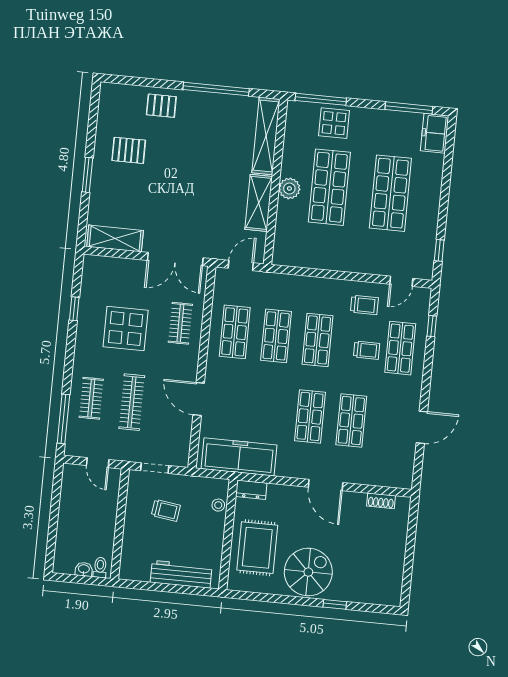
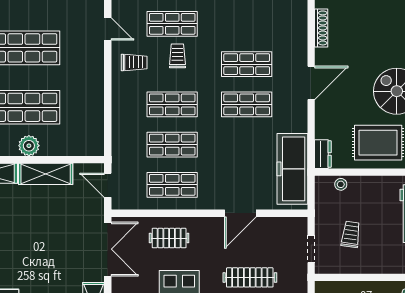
trolley: (364, 305) -> (134, 62), turned 90
shoe rack: (381, 501) -> (321, 28), width x1.43

